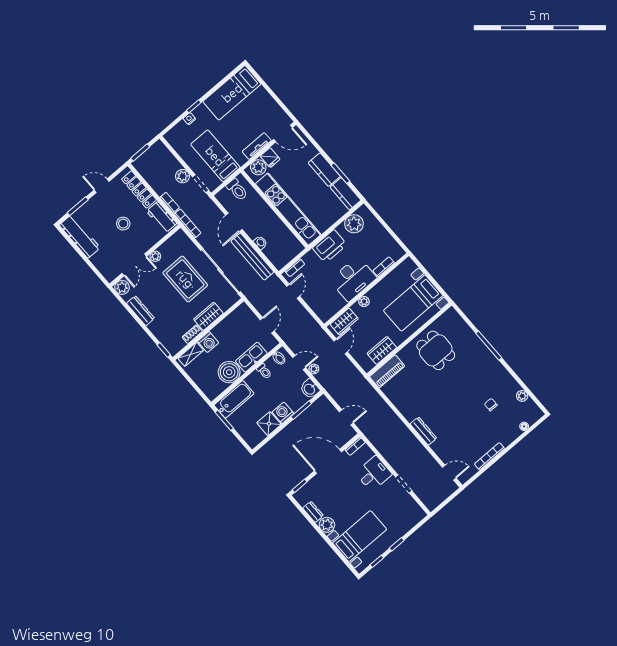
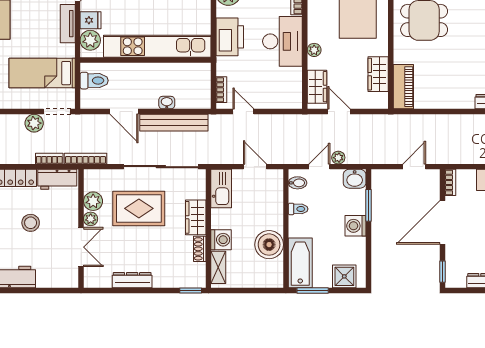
plant: (122, 287) -> (93, 201), moved
kitchen sink: (251, 357) -> (221, 189), moved, turned 180
shower: (269, 424) -> (344, 276), moved

